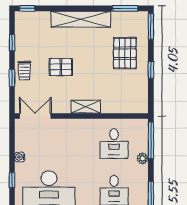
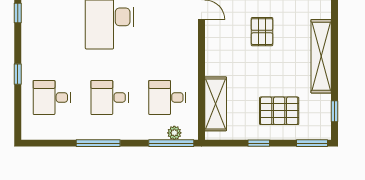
window: (125, 8) -> (335, 111), width x0.67
shelving: (86, 107) -> (216, 104), moved, width x1.50, depth x1.33
plant: (143, 158) -> (174, 133), moved

